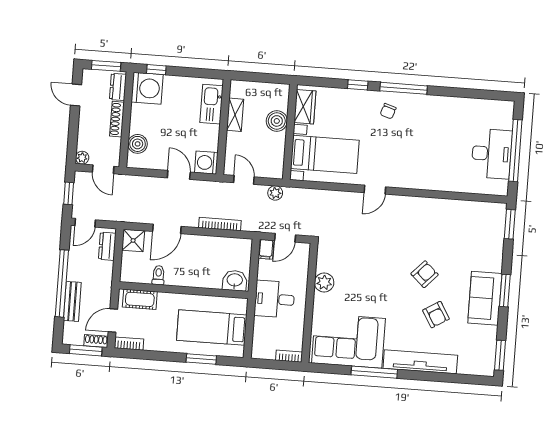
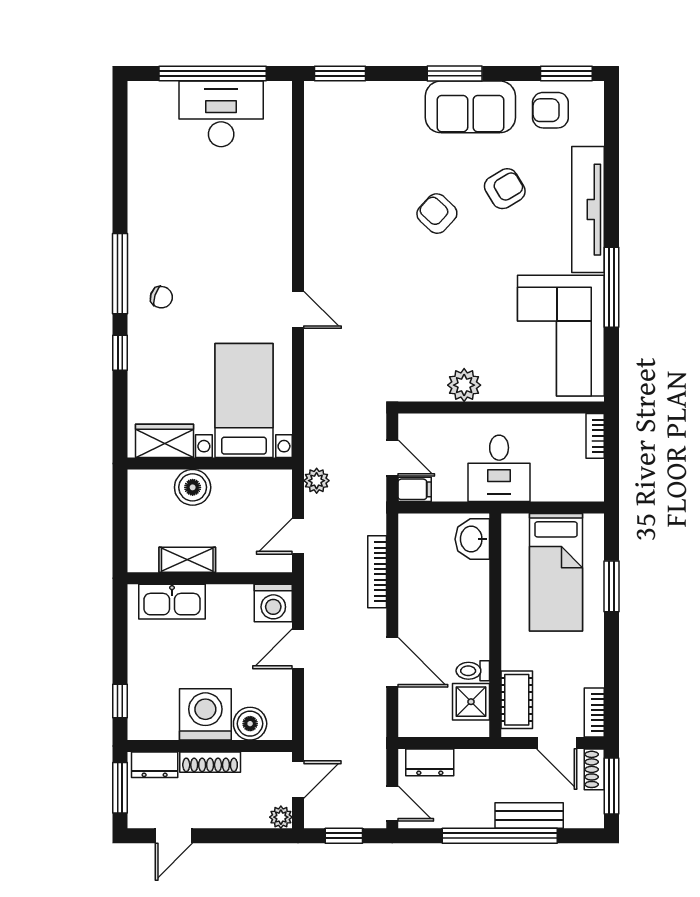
washing machine: (147, 88) -> (205, 714), moved
shower: (133, 240) -> (471, 702), moved
armchair: (479, 344) -> (550, 110), added

